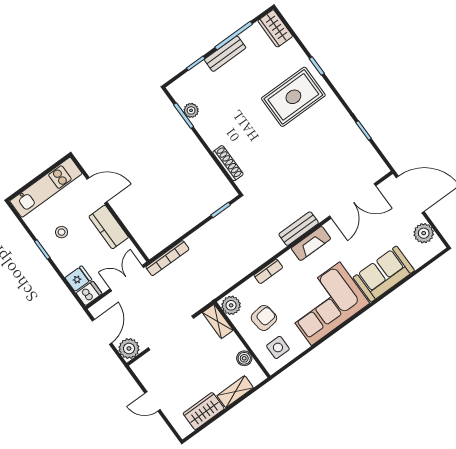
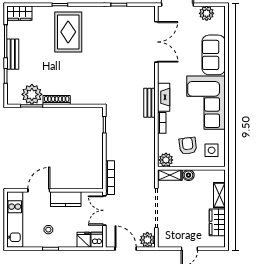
plant: (191, 110) -> (32, 94), width x1.88, depth x1.88
shoe rack: (228, 163) -> (57, 100), moved
bench: (299, 229) -> (149, 103), moved
fireplace: (311, 243) -> (164, 97), moved
boiler: (244, 358) -> (188, 175), moved

